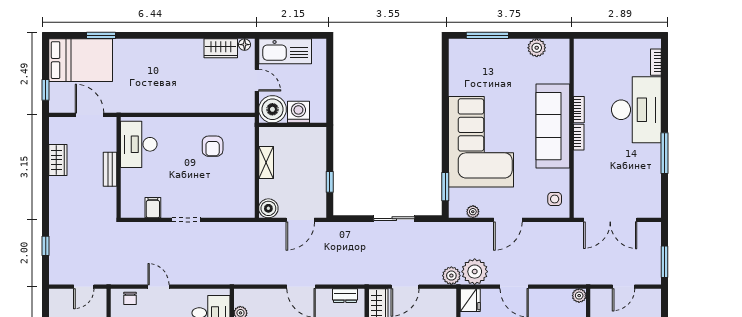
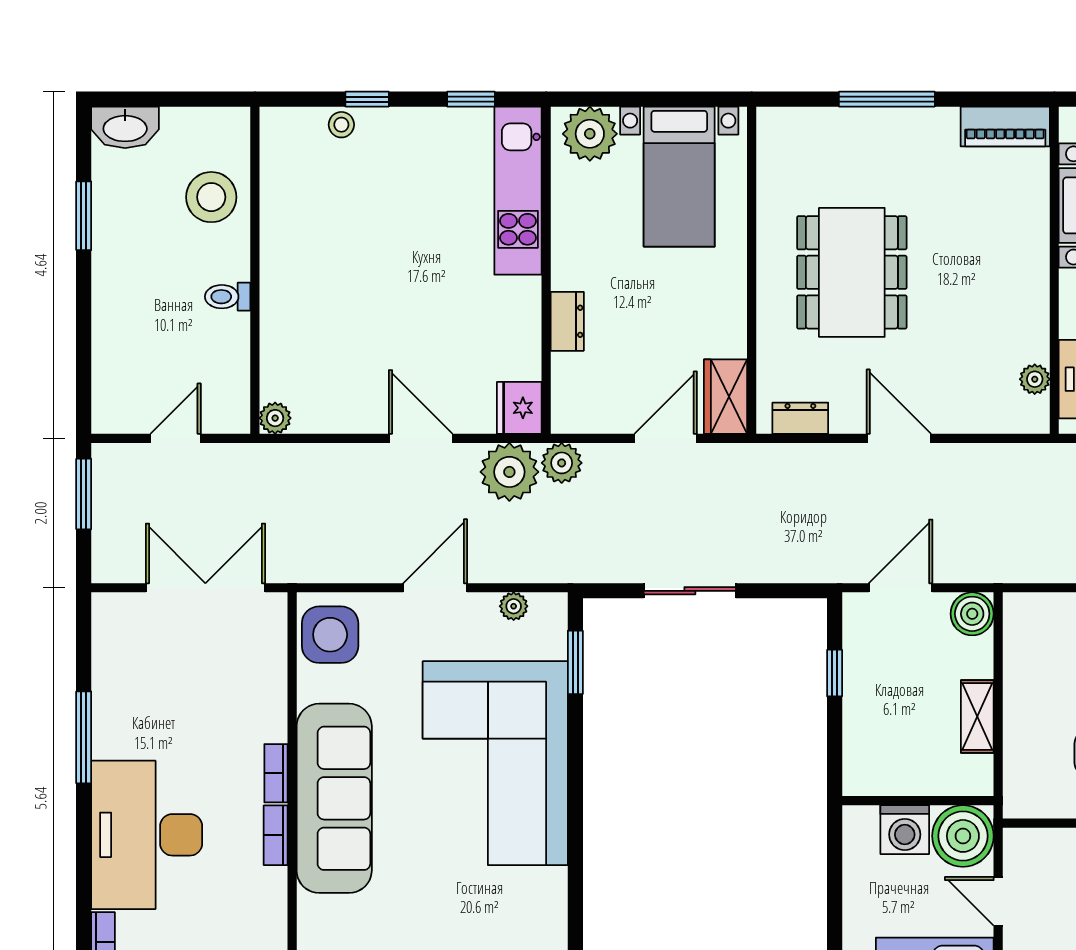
side table: (555, 199) -> (330, 635), width x1.87, depth x1.87

